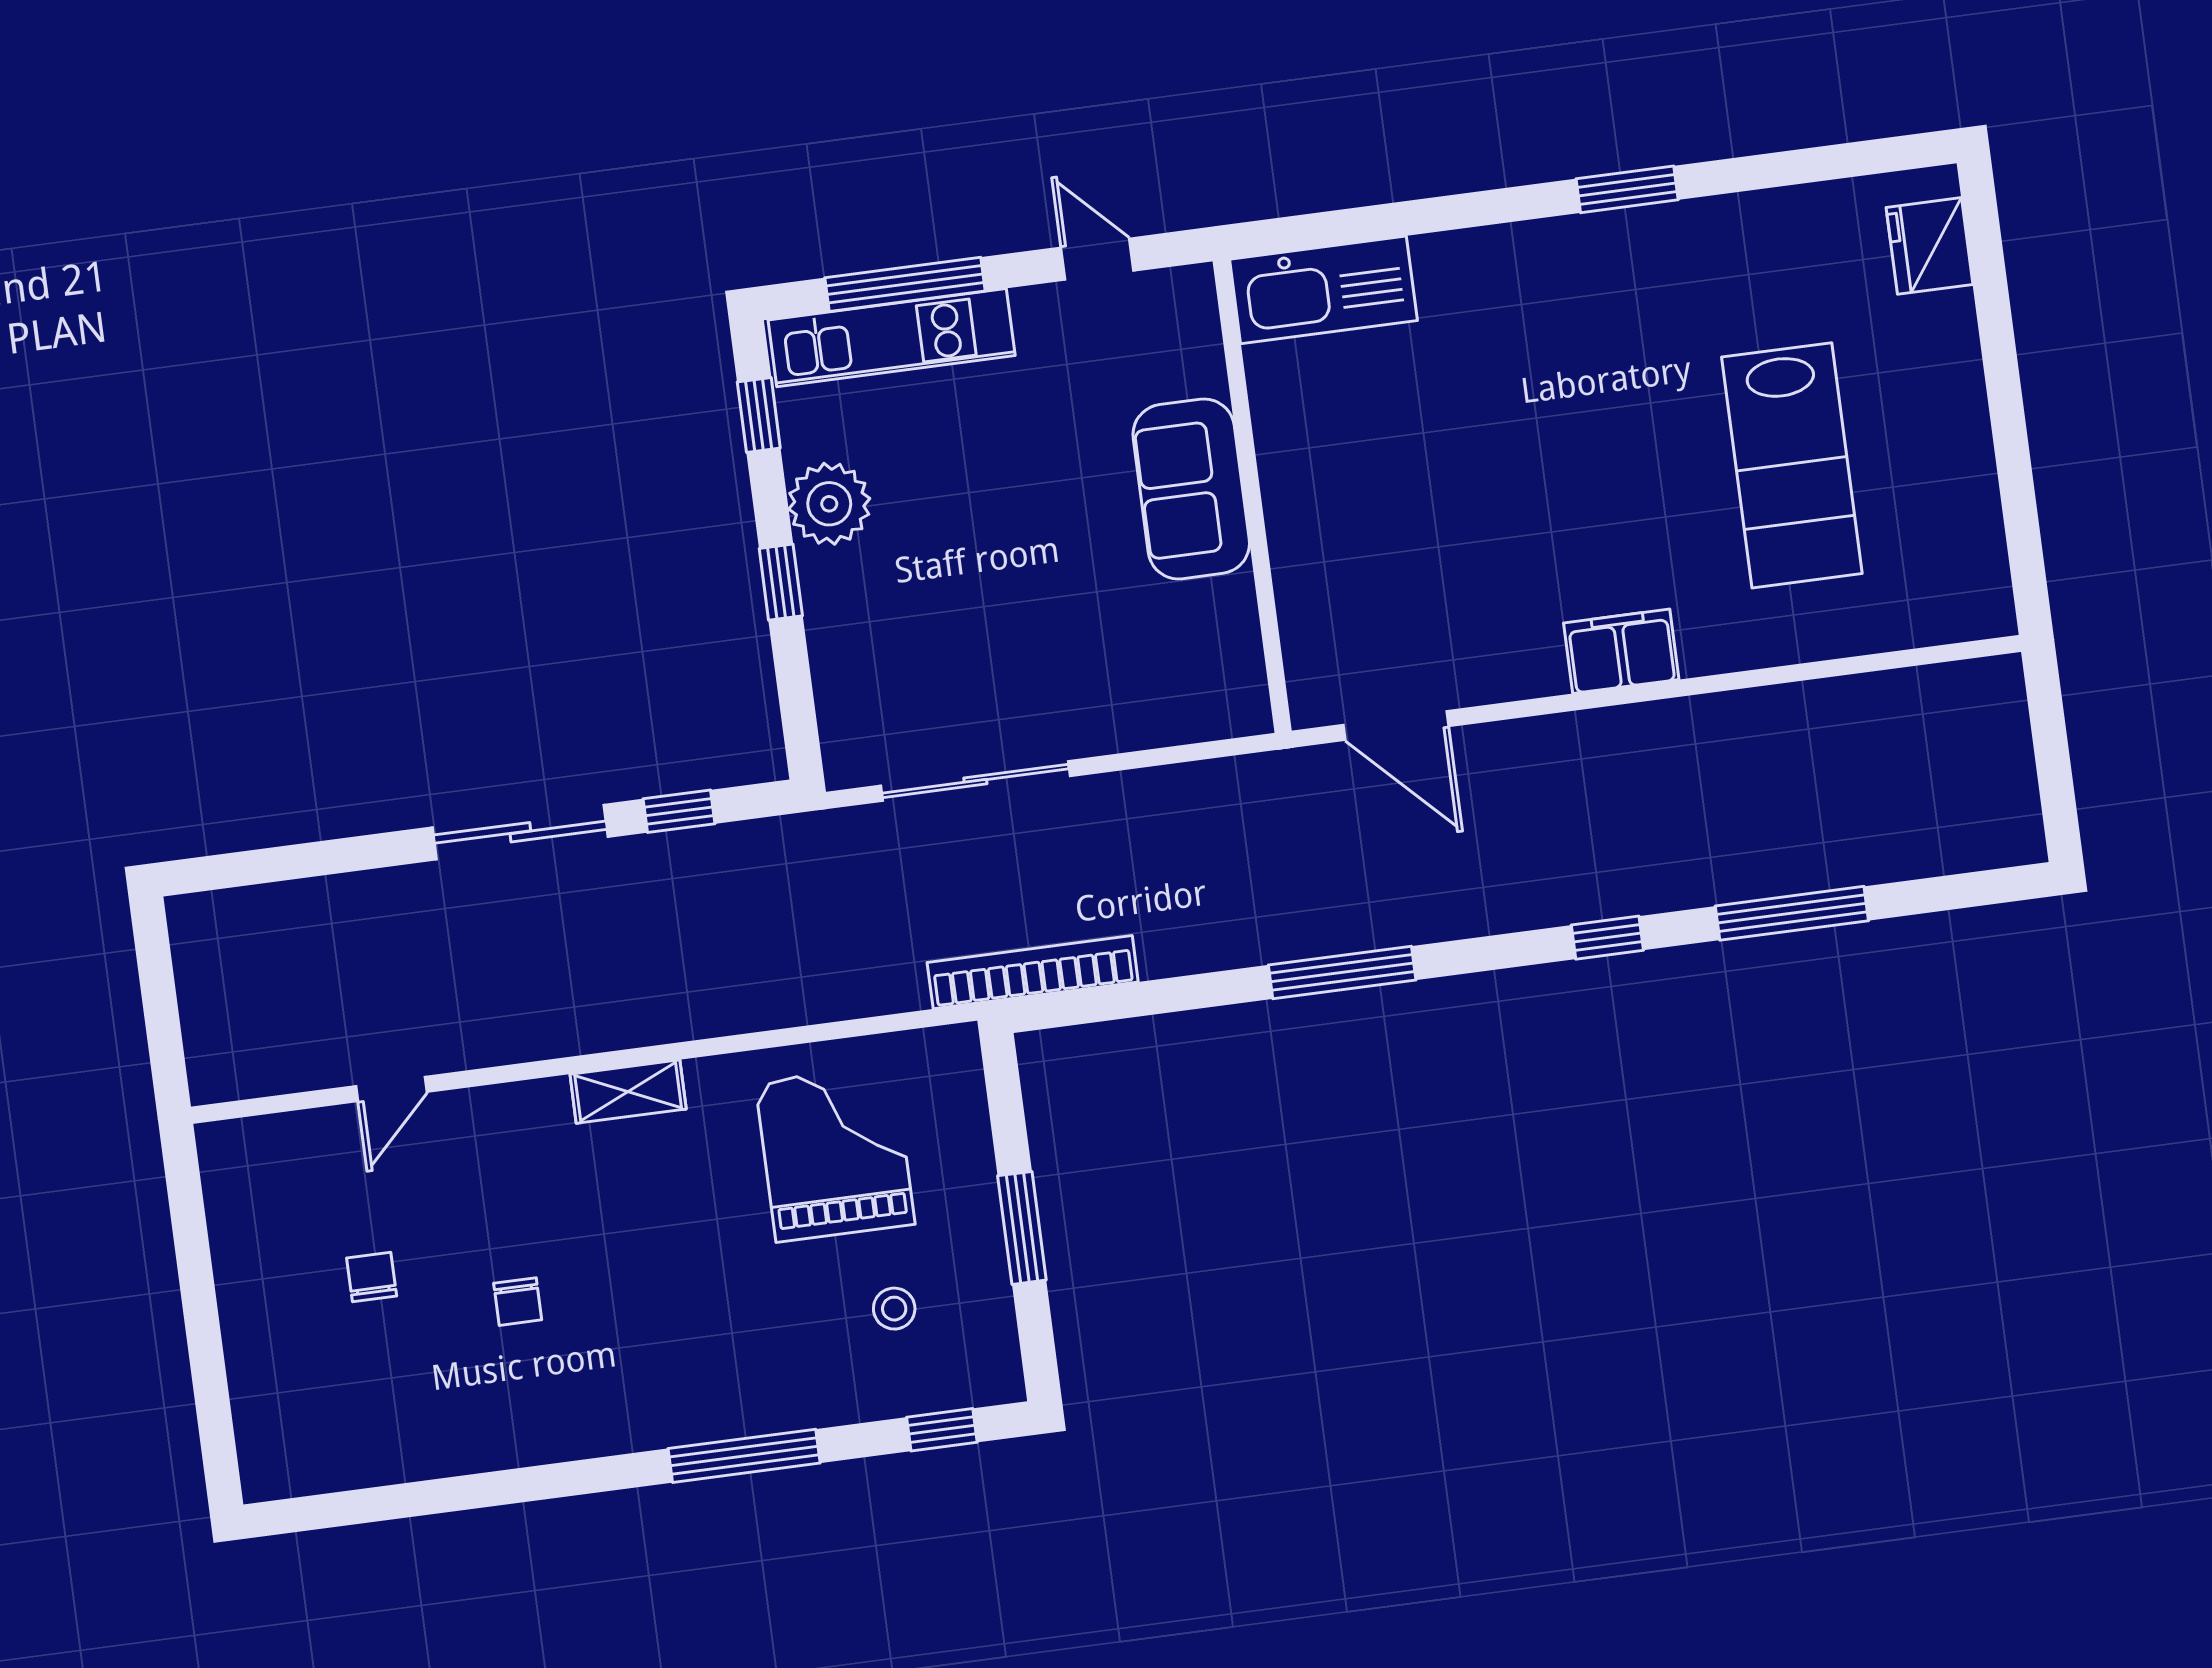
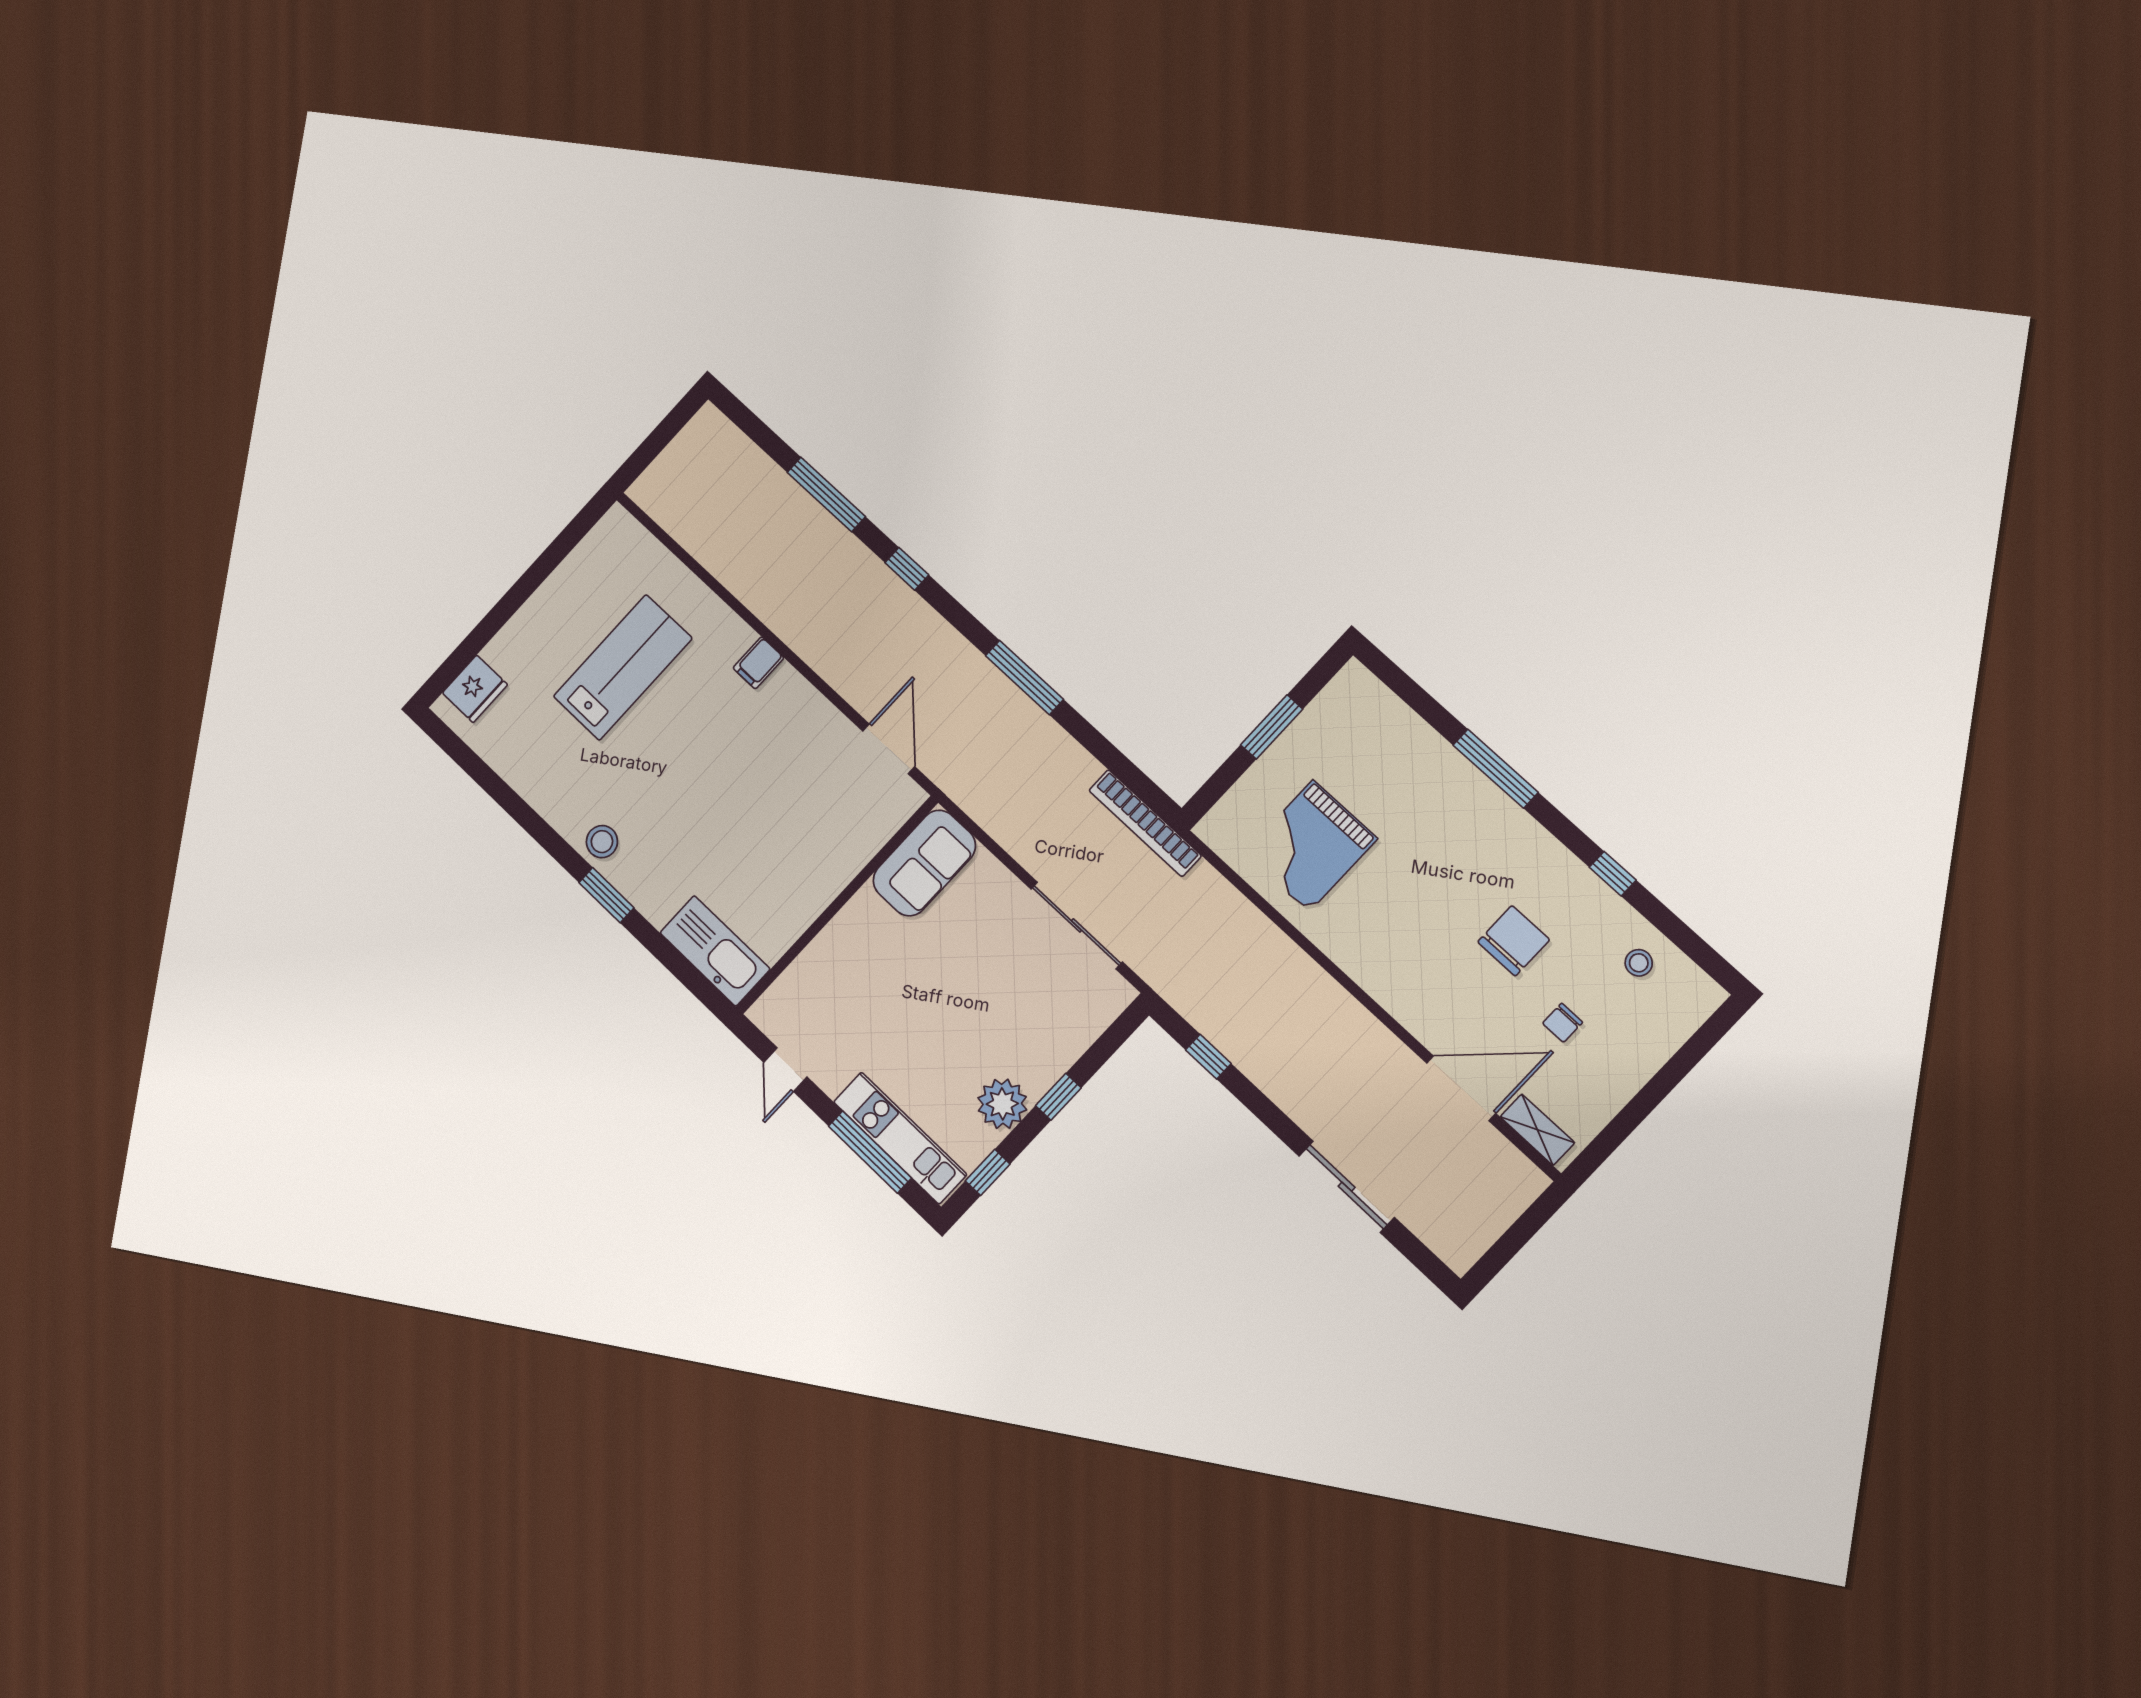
window: (1627, 189) -> (606, 895), moved
stool: (1587, 255) -> (602, 842), added
sofa: (1191, 489) -> (924, 863), moved
filing cabinet: (1621, 651) -> (758, 663), width x0.50
sliding door: (520, 832) -> (1347, 1187), moved
door: (391, 1089) -> (1461, 1088), width x1.87
shelving: (628, 1092) -> (1537, 1130), moved
chair: (518, 1302) -> (1514, 941), width x1.87, depth x1.87
stool: (894, 1309) -> (1639, 963), moved
window: (942, 1430) -> (1613, 874), moved

